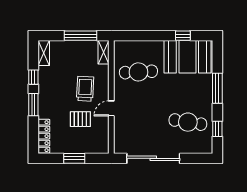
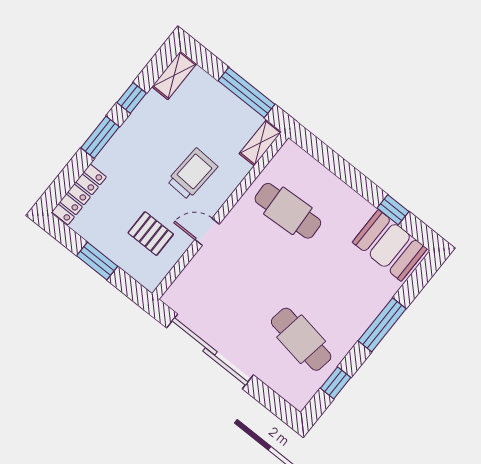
booth: (187, 57) -> (390, 245), width x0.73, depth x0.70
pallet: (80, 119) -> (151, 234), moved

